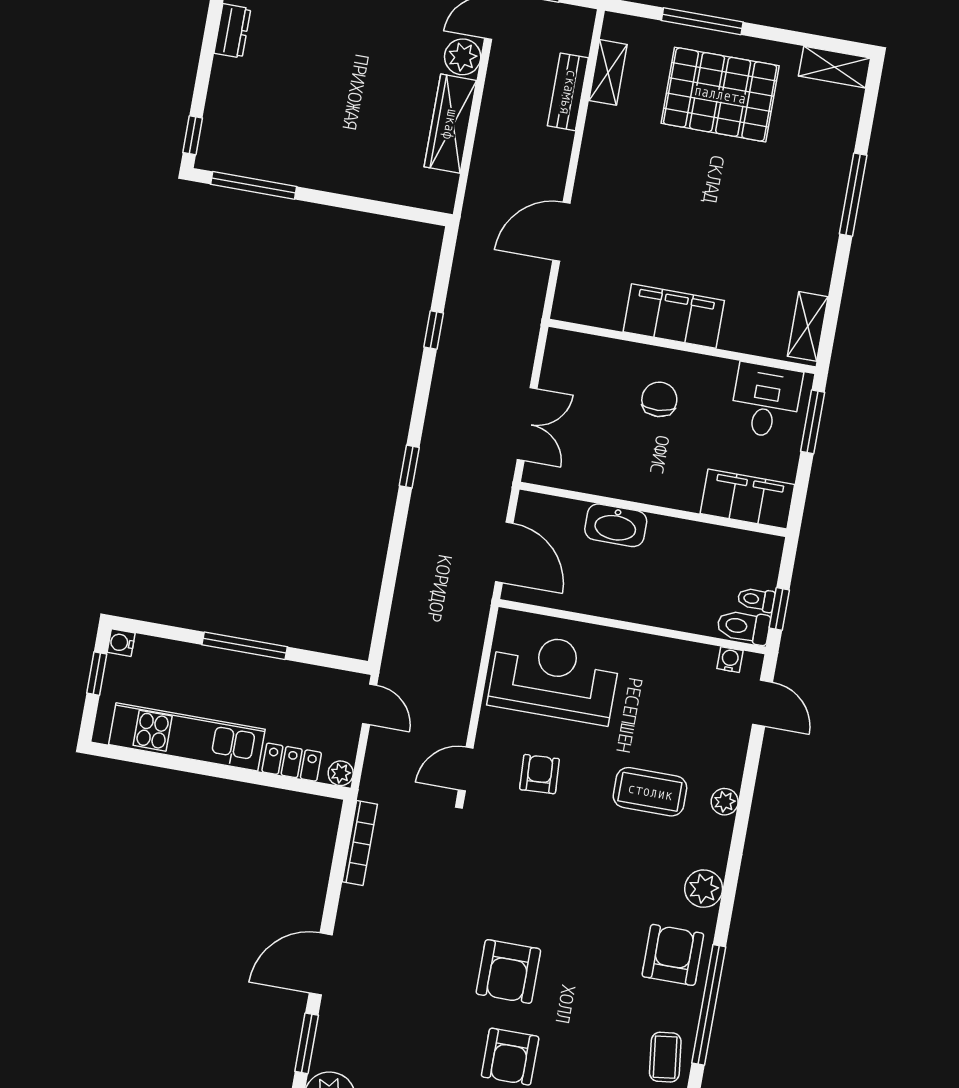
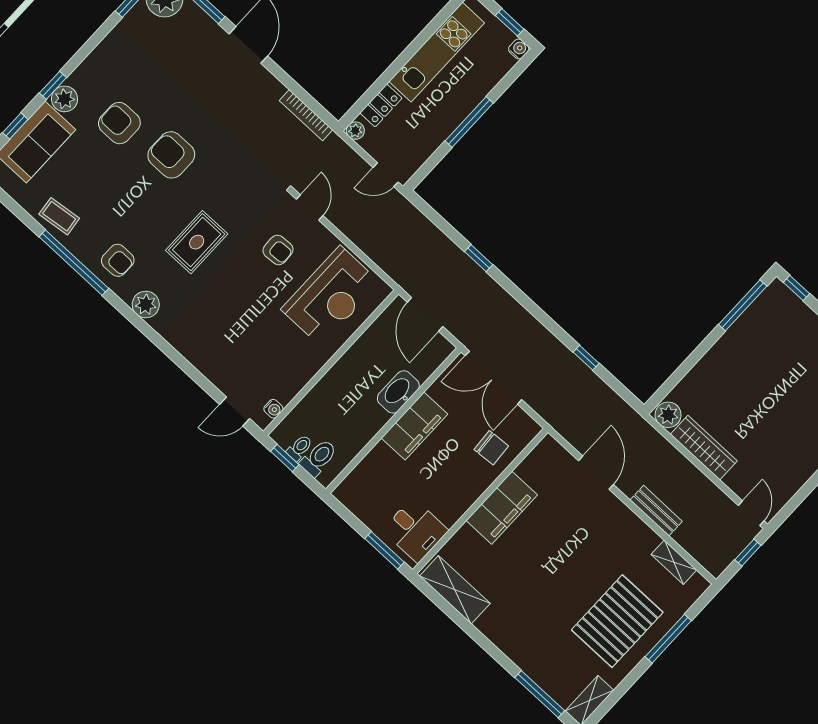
plant: (463, 57) -> (668, 415), moved
bench: (568, 92) -> (656, 511), moved
window: (853, 195) -> (540, 694), moved
shelving: (808, 326) -> (455, 590), width x1.50, depth x1.33
chair: (659, 399) -> (491, 448), moved
double door: (527, 424) -> (493, 378), width x1.37
window: (409, 467) -> (479, 258), moved
filing cabinet: (747, 499) -> (414, 426), moved
door: (504, 552) -> (425, 314), hinge flipped
toilet: (743, 627) -> (318, 458), moved
coffee table: (650, 792) -> (225, 310), removed
plant: (725, 802) -> (190, 351), removed
rug: (592, 876) -> (197, 242), added
armchair: (673, 955) -> (118, 260), width x0.72, depth x0.72

